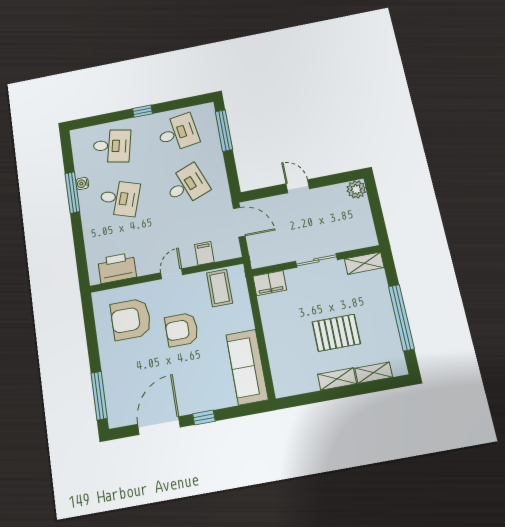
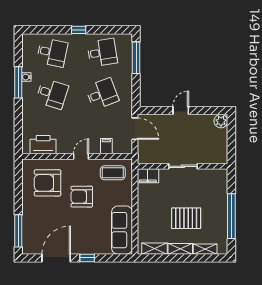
door: (298, 186) -> (181, 110), hinge flipped
shelving: (364, 263) -> (154, 249), moved
coffee table: (220, 288) -> (113, 173), turned 90

